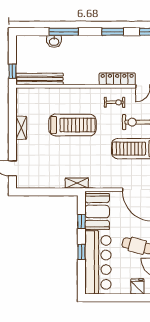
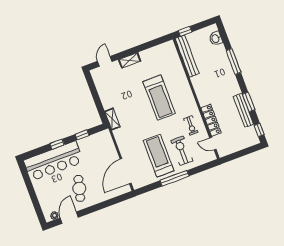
washbasin: (54, 41) -> (216, 38), moved
bench: (119, 41) -> (243, 110), added
shelving: (21, 128) -> (130, 60), moved
booth: (97, 211) -> (95, 145), removed
fridge: (137, 286) -> (46, 201), removed

